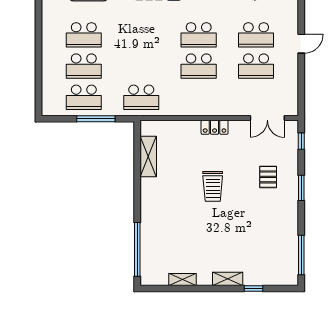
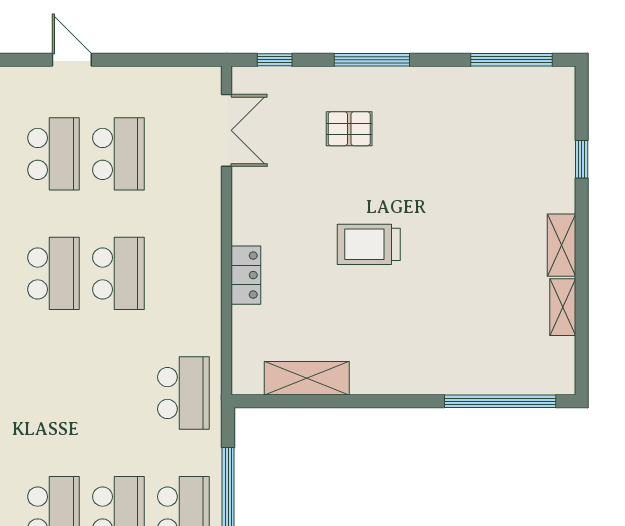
locker: (215, 127) -> (246, 275), moved
trolley: (213, 186) -> (369, 244), turned 180
window: (301, 188) -> (372, 60), width x1.44
shelving: (228, 279) -> (562, 245), moved

